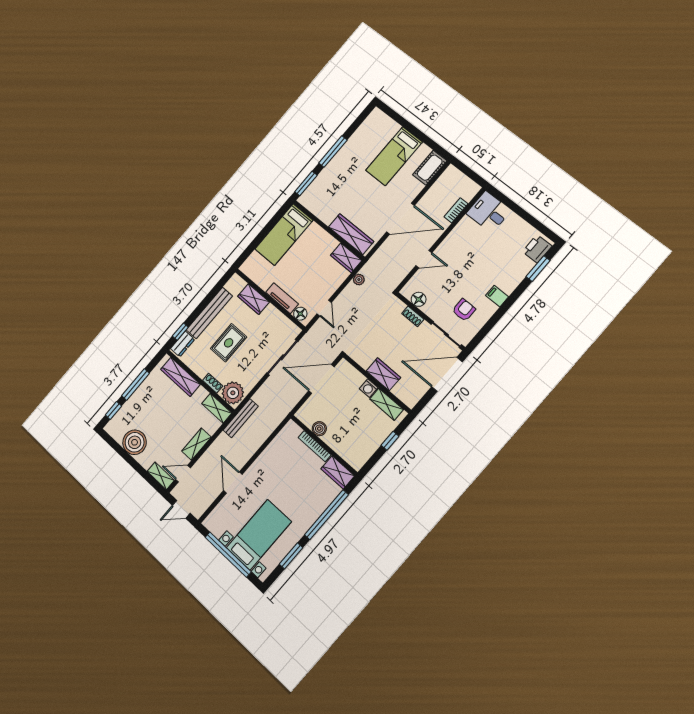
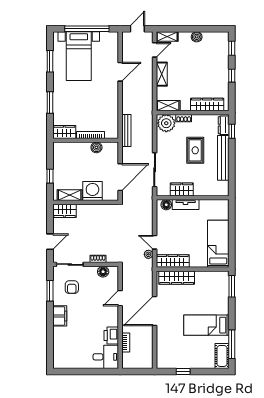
window: (423, 137) -> (183, 371), added
window: (333, 152) -> (232, 344), moved
bed: (394, 156) -> (206, 325), moved, turned -90
cot: (430, 168) -> (222, 356), moved
printer: (537, 249) -> (111, 336), moved, turned 180
wardrobe: (346, 258) -> (173, 261), width x1.50
window: (538, 269) -> (50, 291), moved
filing cabinet: (497, 296) -> (60, 316), width x2.00
wardrobe: (254, 299) -> (182, 189), moved
door: (324, 308) -> (155, 242), moved
wardrobe: (383, 374) -> (64, 211), moved
door: (447, 374) -> (50, 242), width x0.53
window: (135, 384) -> (232, 76), width x0.46
washing machine: (369, 388) -> (92, 191), width x1.89, depth x1.89
bench: (241, 418) -> (126, 130), moved
boiler: (135, 442) -> (197, 37), width x0.54, depth x0.54
door: (233, 482) -> (120, 72), hinge flipped
window: (326, 515) -> (50, 102), width x0.47

